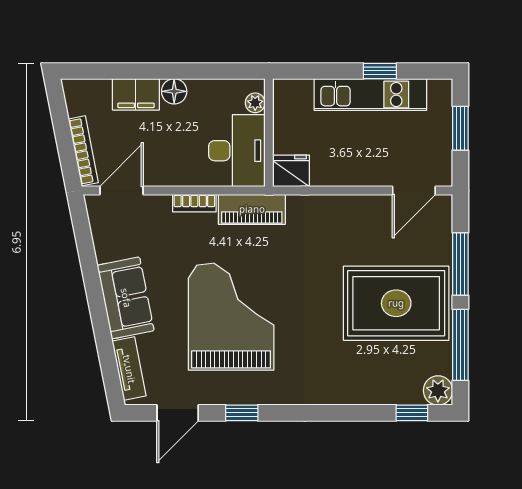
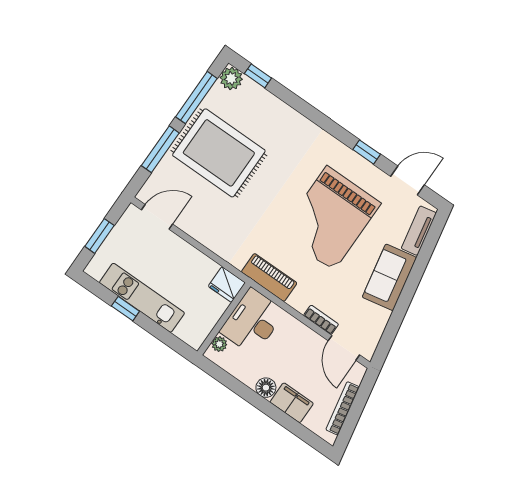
bookcase: (83, 151) -> (343, 408), moved
door: (122, 190) -> (344, 348), hinge flipped
bookcase: (194, 203) -> (321, 320), moved

